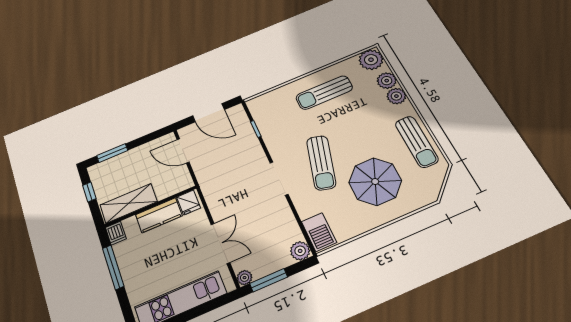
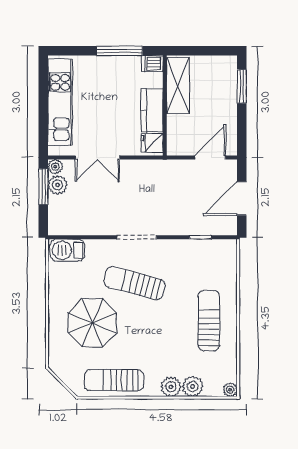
plant: (371, 60) -> (230, 390), width x0.53, depth x0.53
window: (89, 192) -> (209, 51), removed
plant: (300, 251) -> (58, 185), moved

